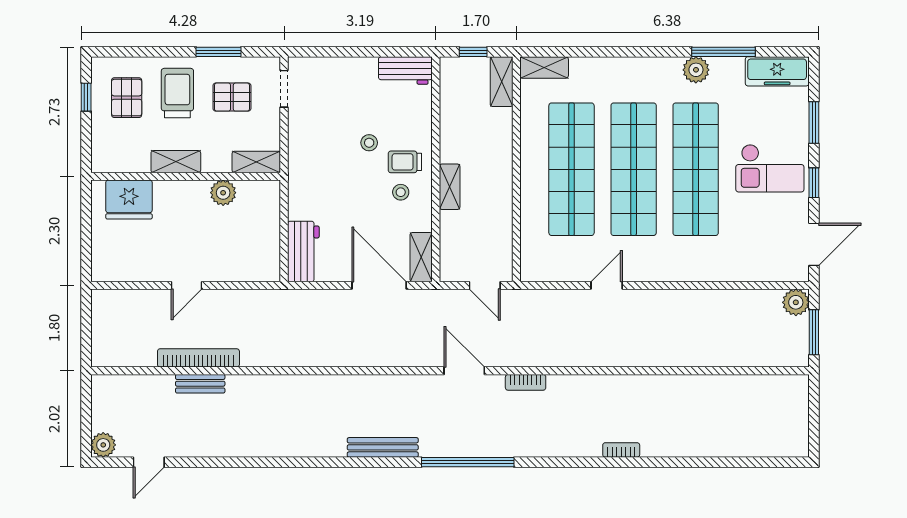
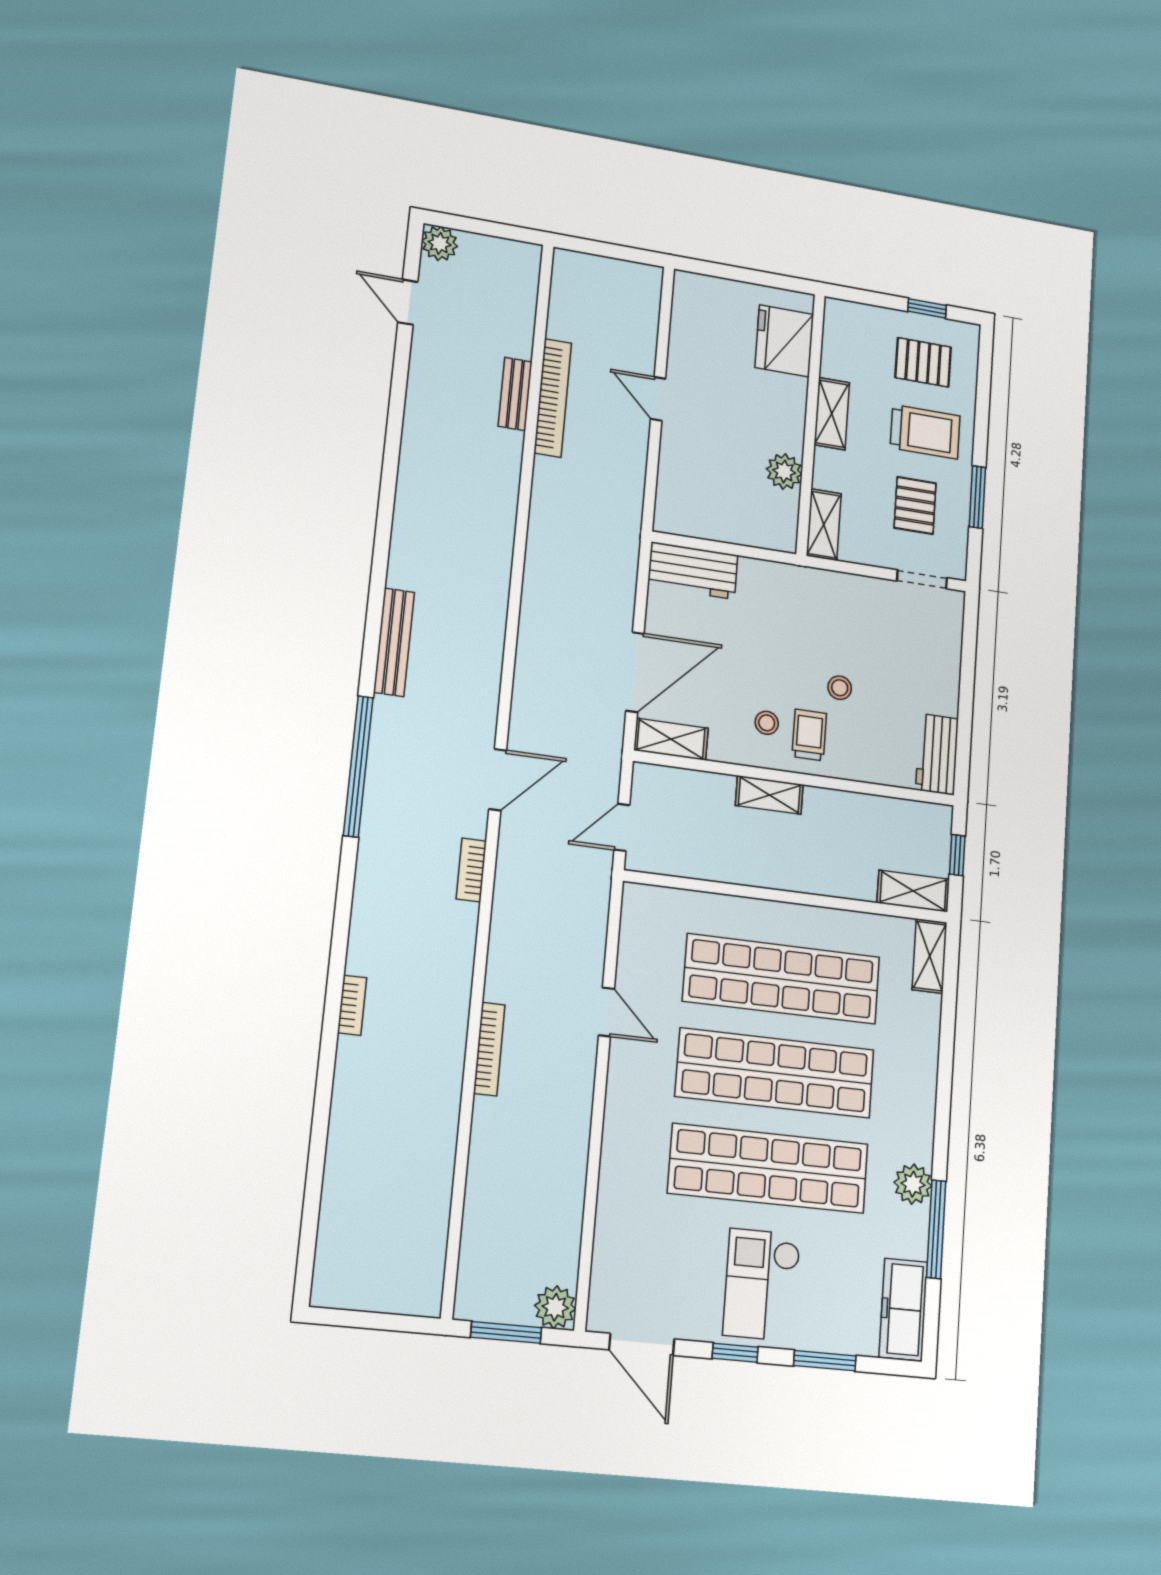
bookcase: (639, 360) -> (489, 1049), added

